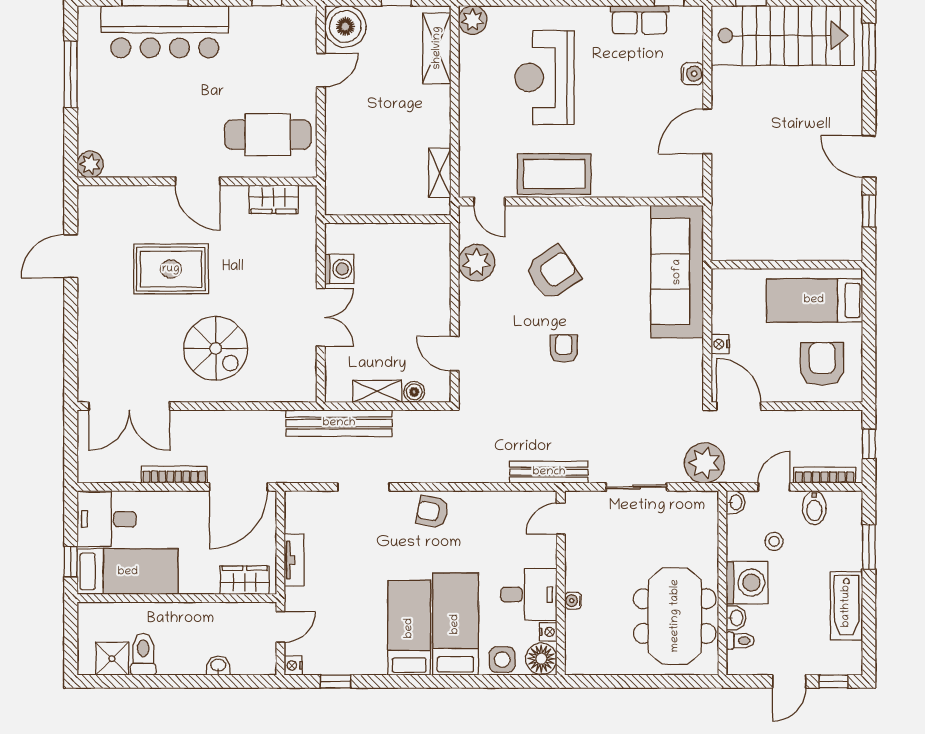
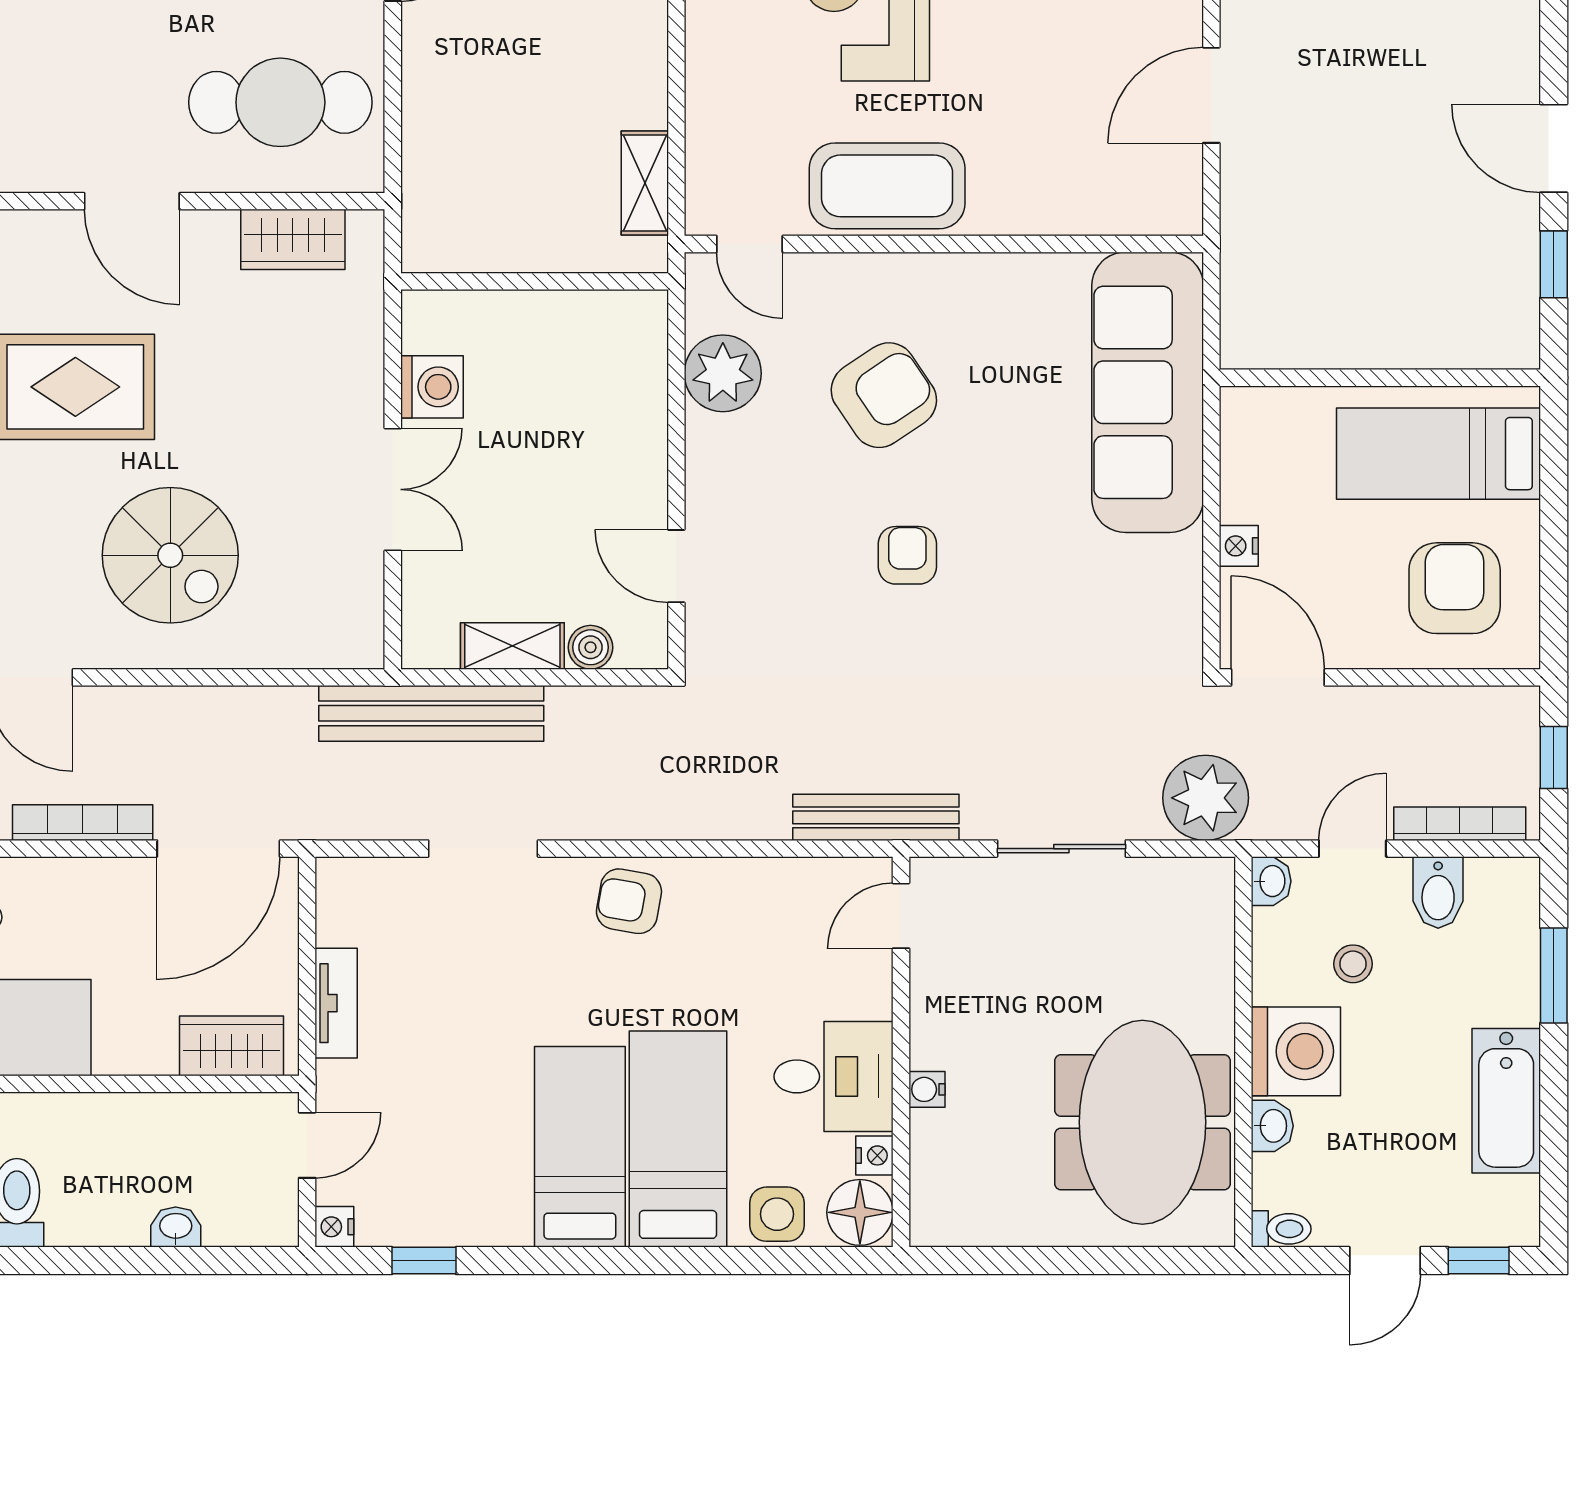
toilet: (740, 641) -> (1281, 1229), moved

